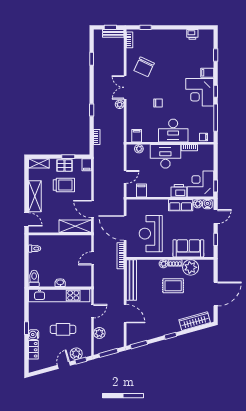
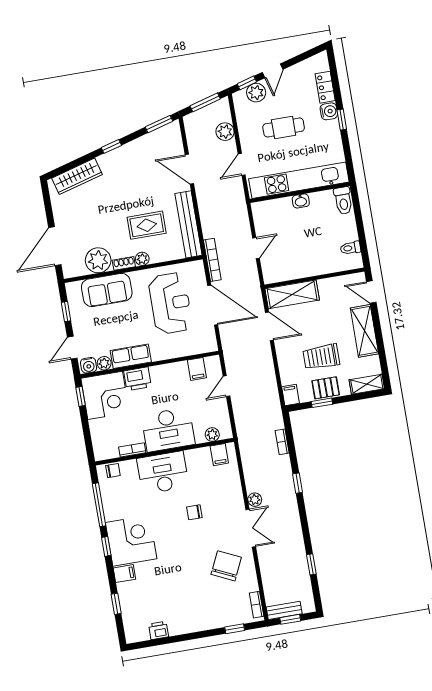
rug: (173, 286) -> (147, 225), moved
door: (216, 294) -> (55, 246), moved

